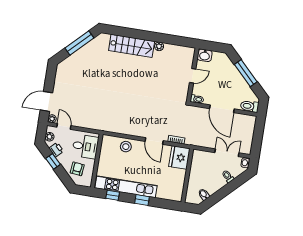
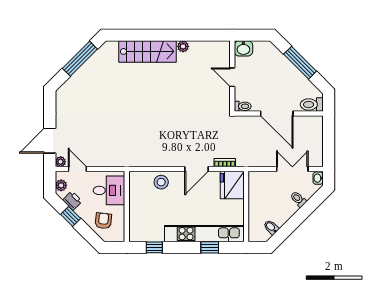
door: (193, 76) -> (232, 77), swing flipped
door: (154, 141) -> (196, 169), hinge flipped
kitchen unit: (126, 187) -> (204, 234), moved
window: (142, 200) -> (210, 247), moved

